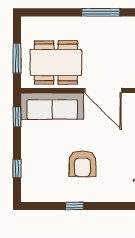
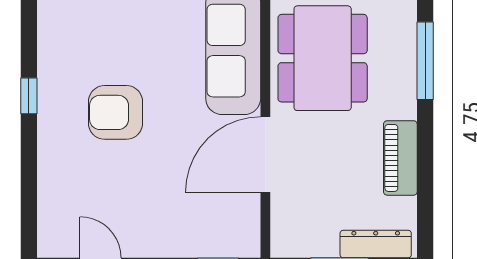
window: (101, 12) -> (425, 61), moved
piano: (105, 24) -> (400, 158), added

